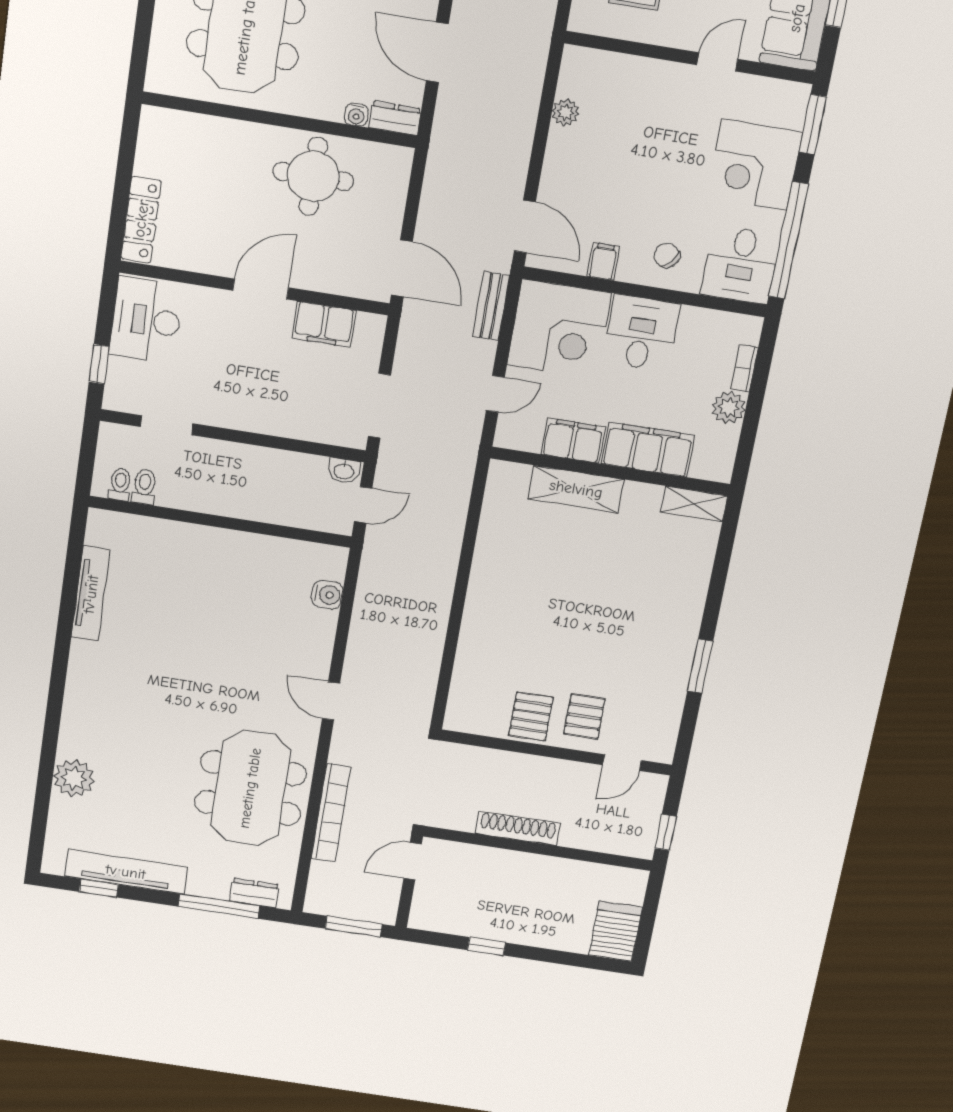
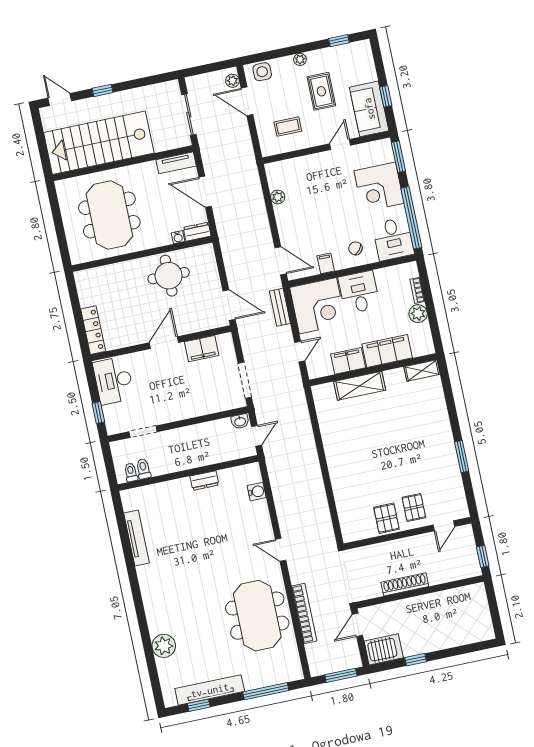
dresser: (254, 893) -> (204, 481), moved, turned 180
server rack: (615, 931) -> (384, 649), moved, turned 90

